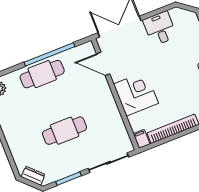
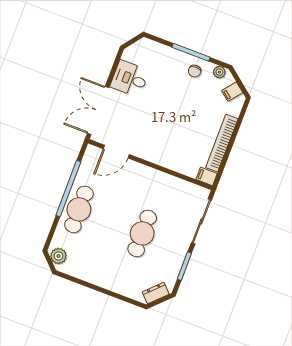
corner desk: (136, 94) -> (165, 147), removed

